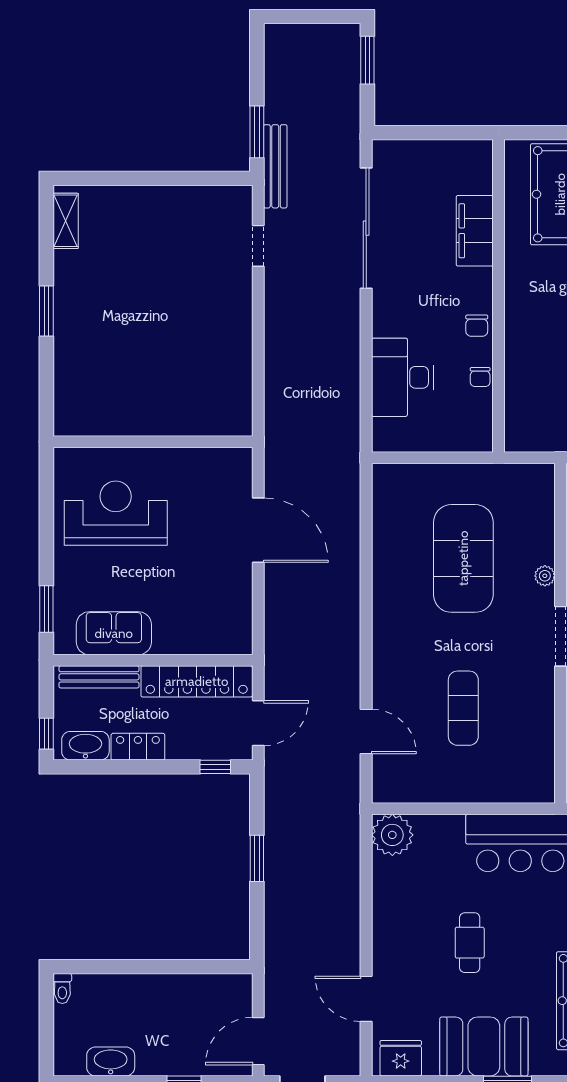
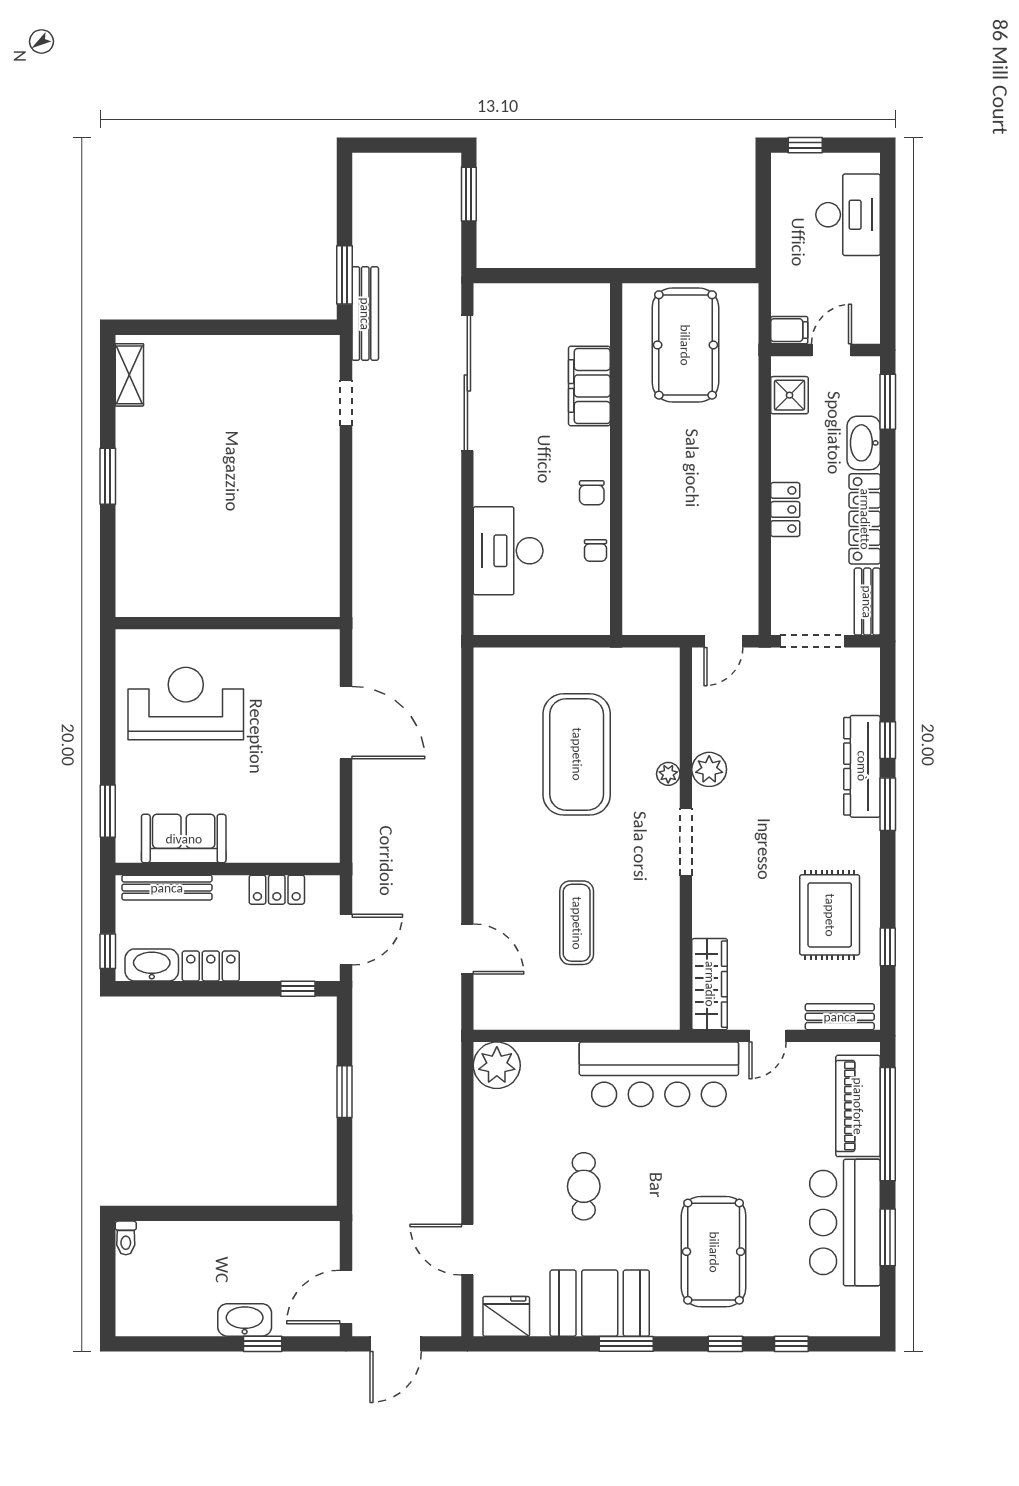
locker: (197, 681) -> (277, 890), width x0.46, depth x0.83
washbasin: (111, 1061) -> (245, 1320), moved

